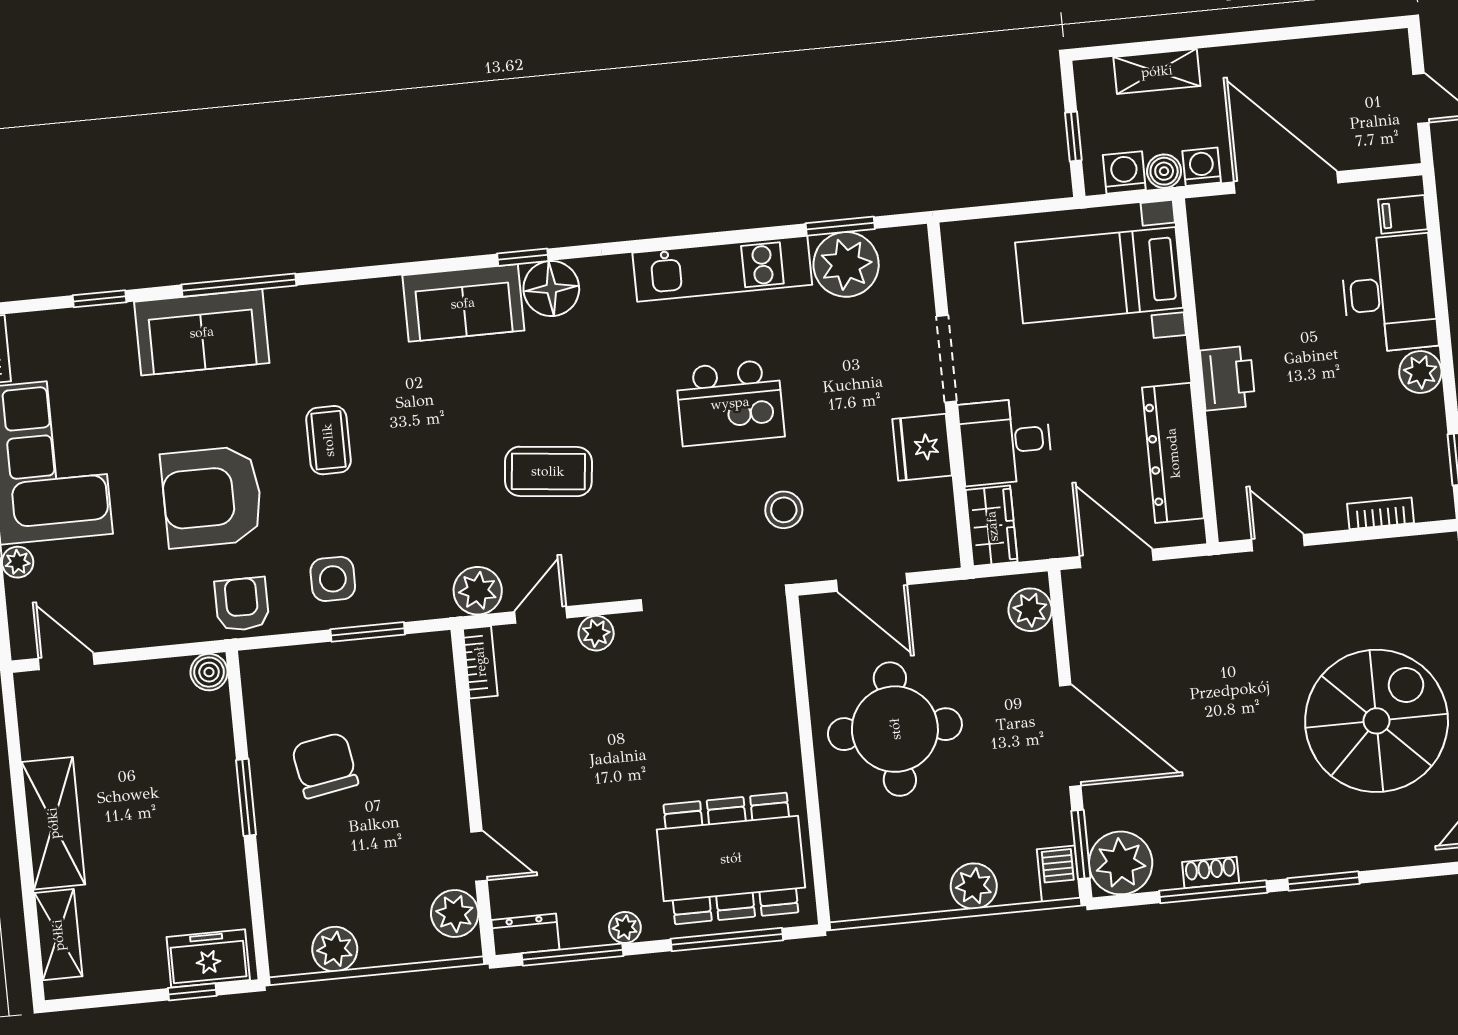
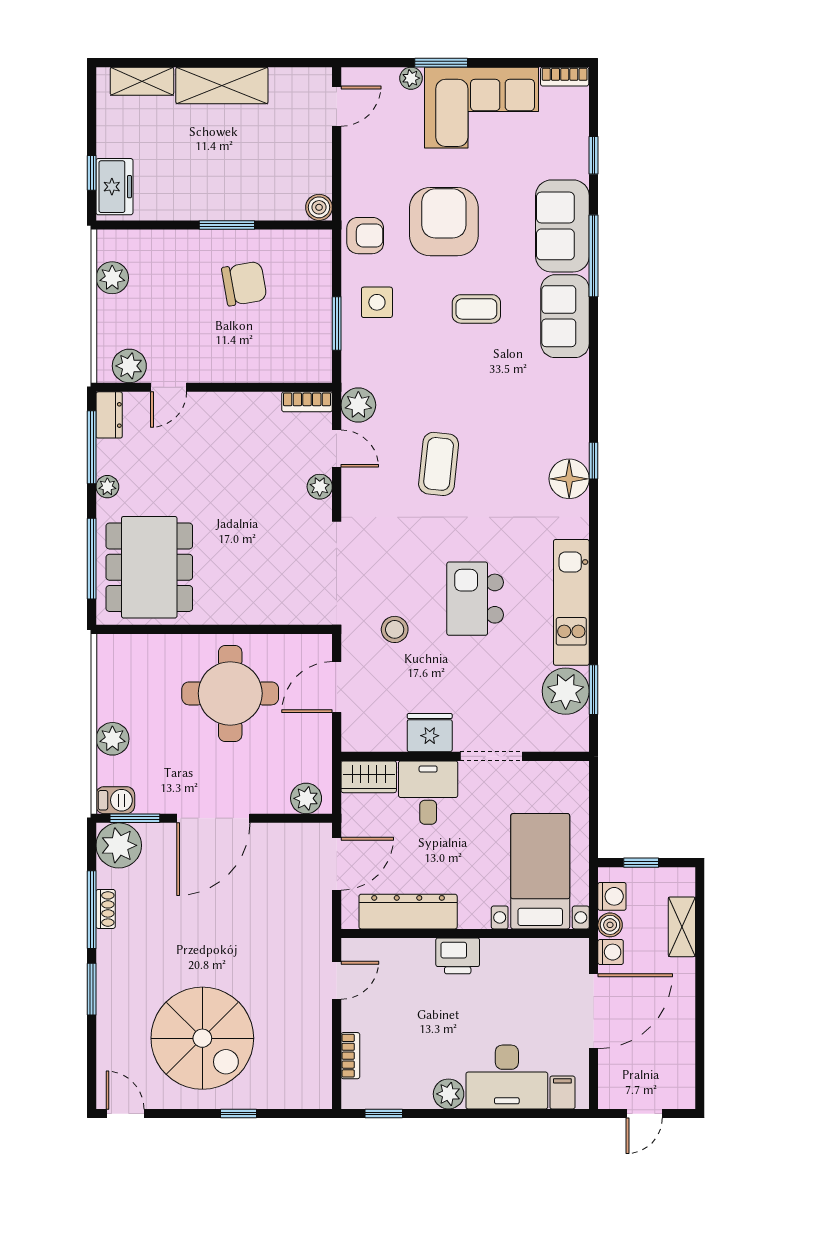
sofa: (463, 303) -> (565, 316), moved

